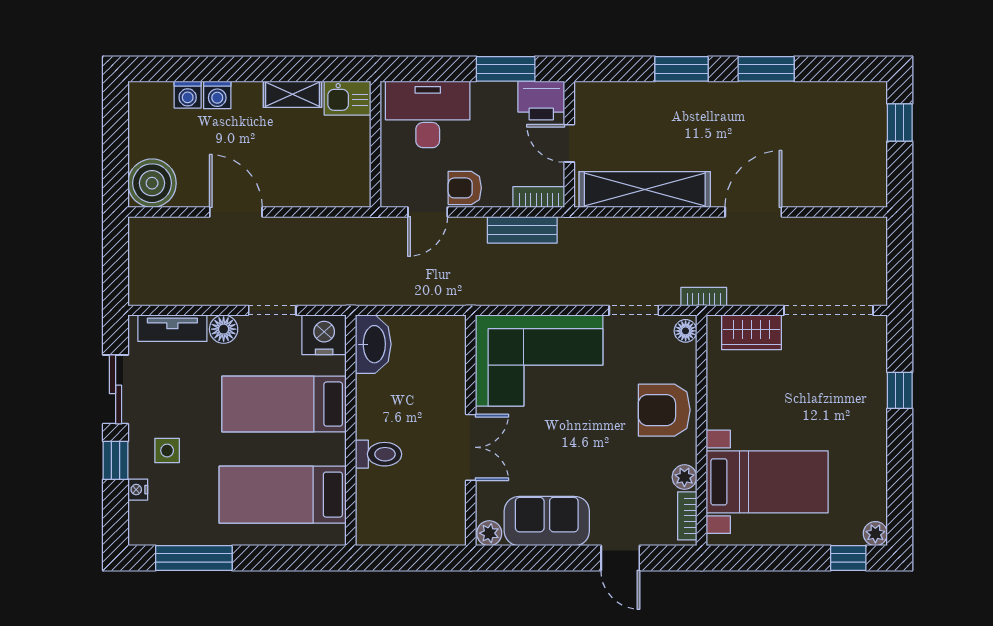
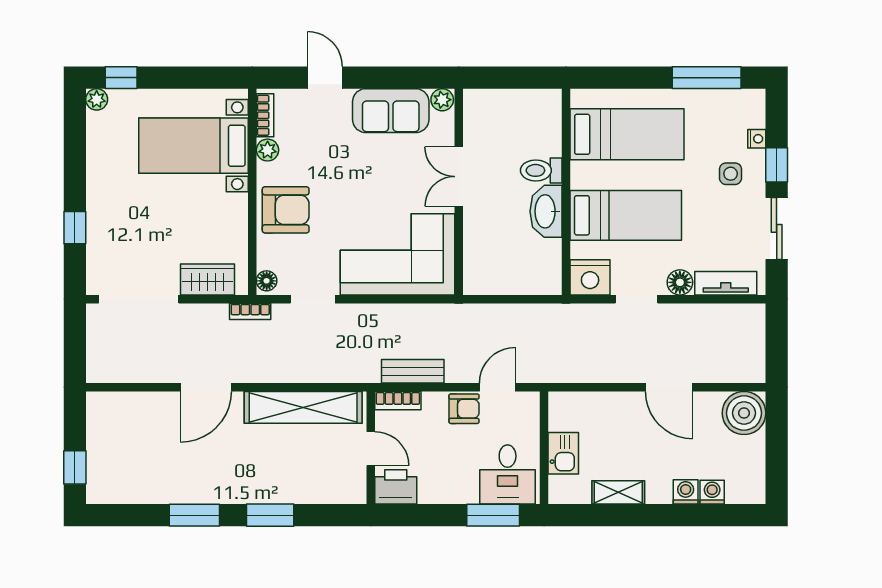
window: (506, 69) -> (493, 515), moved
kitchen sink: (347, 98) -> (563, 453), moved, turned 90
desk: (428, 114) -> (508, 474), width x0.73
washbasin: (373, 344) -> (546, 211), moved

